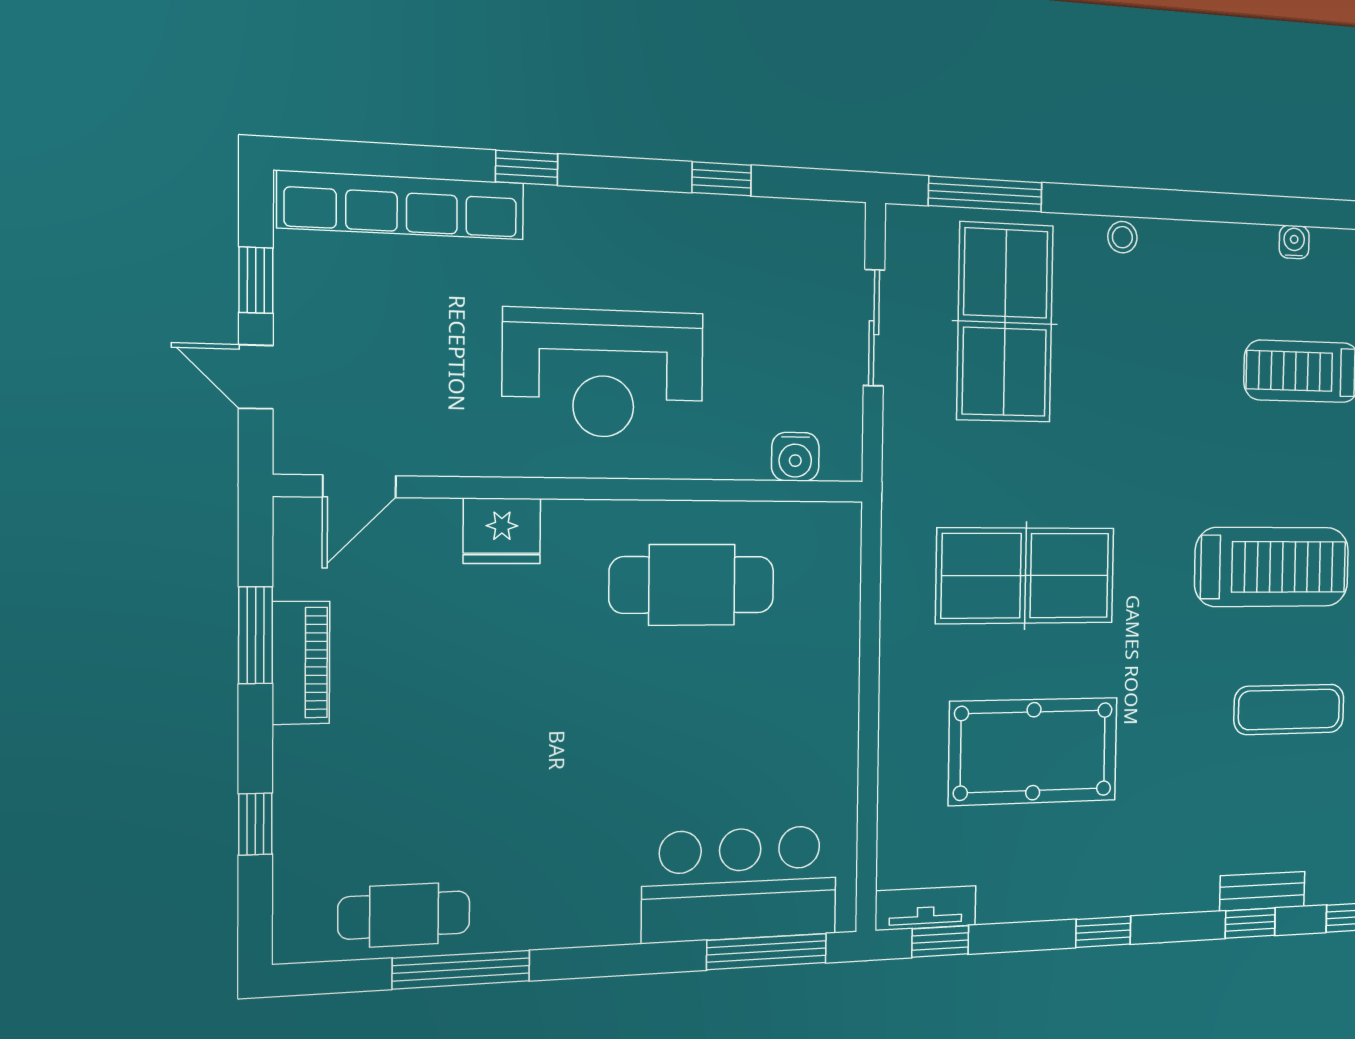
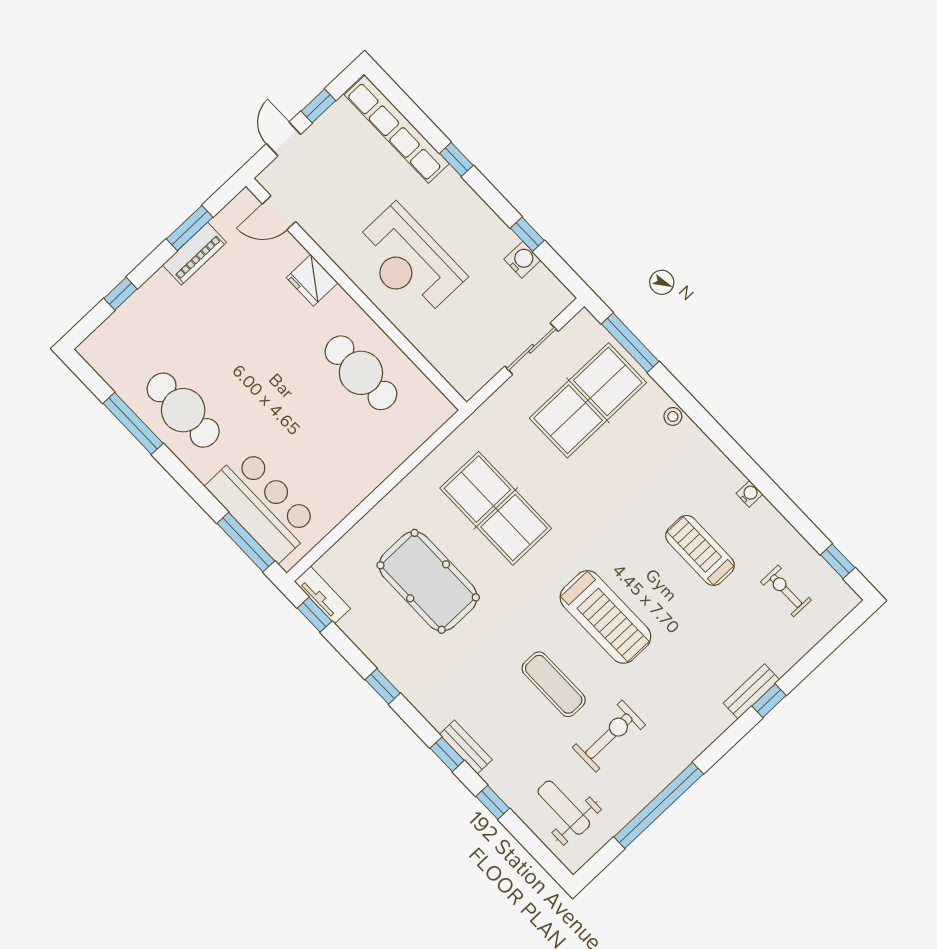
water cooler: (795, 457) -> (522, 260), moved, turned 180
cafe table: (404, 915) -> (183, 410), moved, width x1.37, depth x1.35

